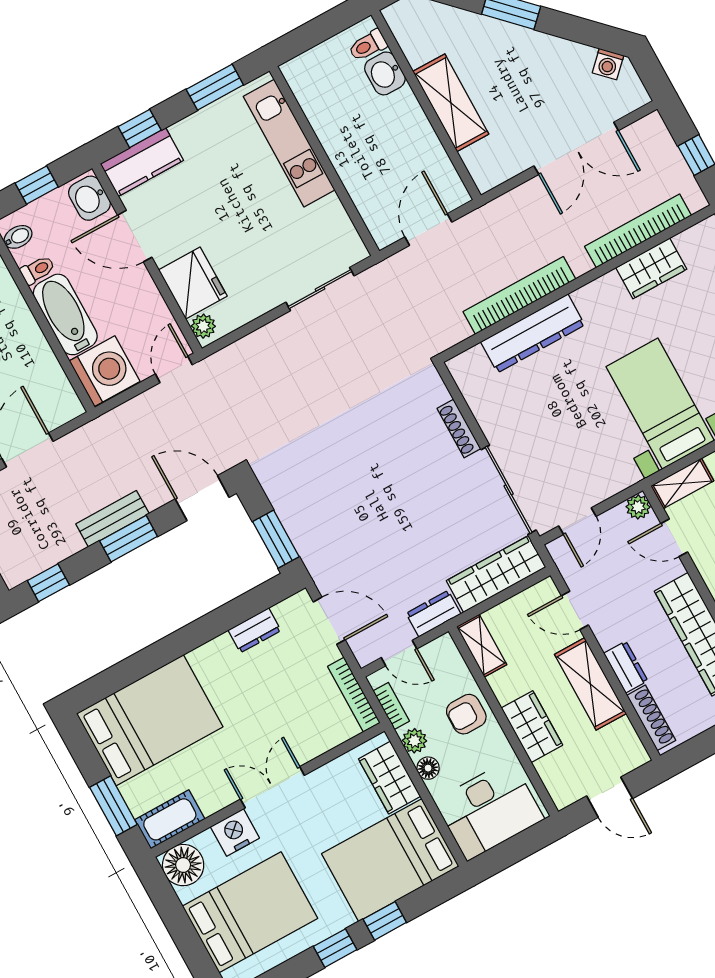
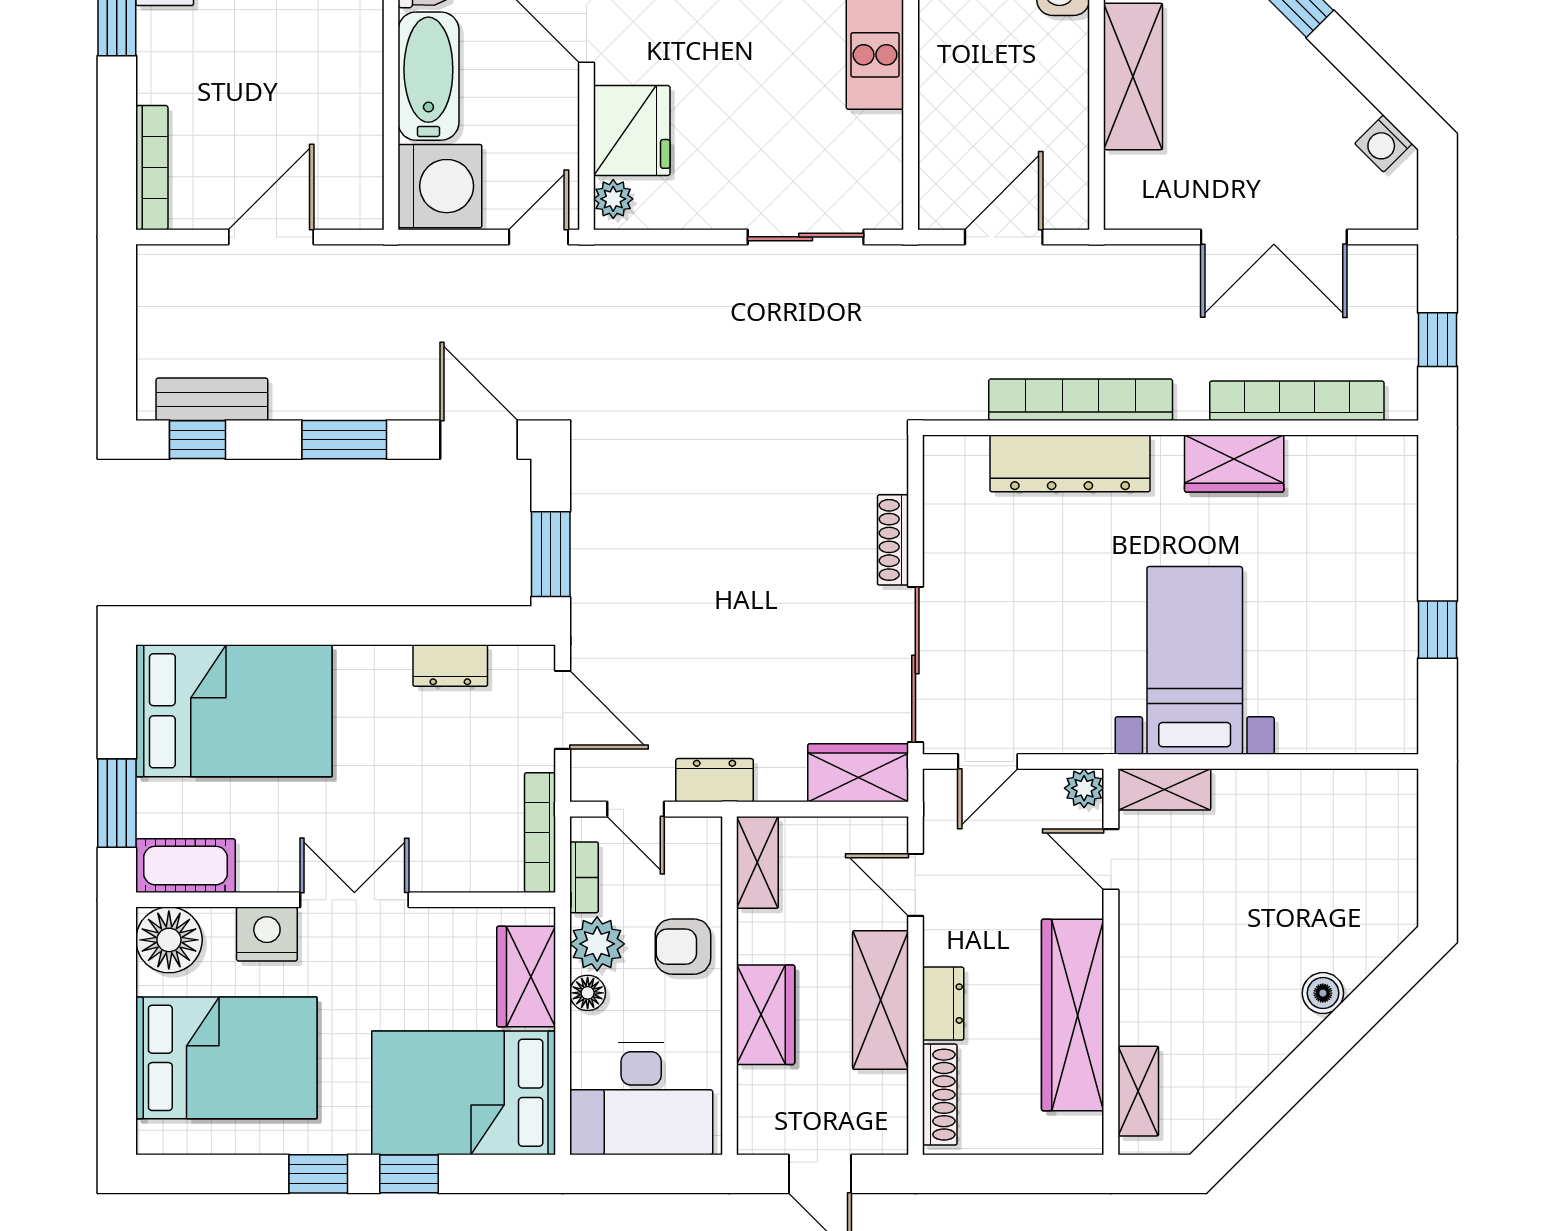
wardrobe: (651, 268) -> (1234, 464), moved
bench: (112, 519) -> (212, 399), moved
wardrobe: (496, 574) -> (858, 773), width x0.67
plant: (414, 741) -> (597, 944), width x1.38, depth x1.38

